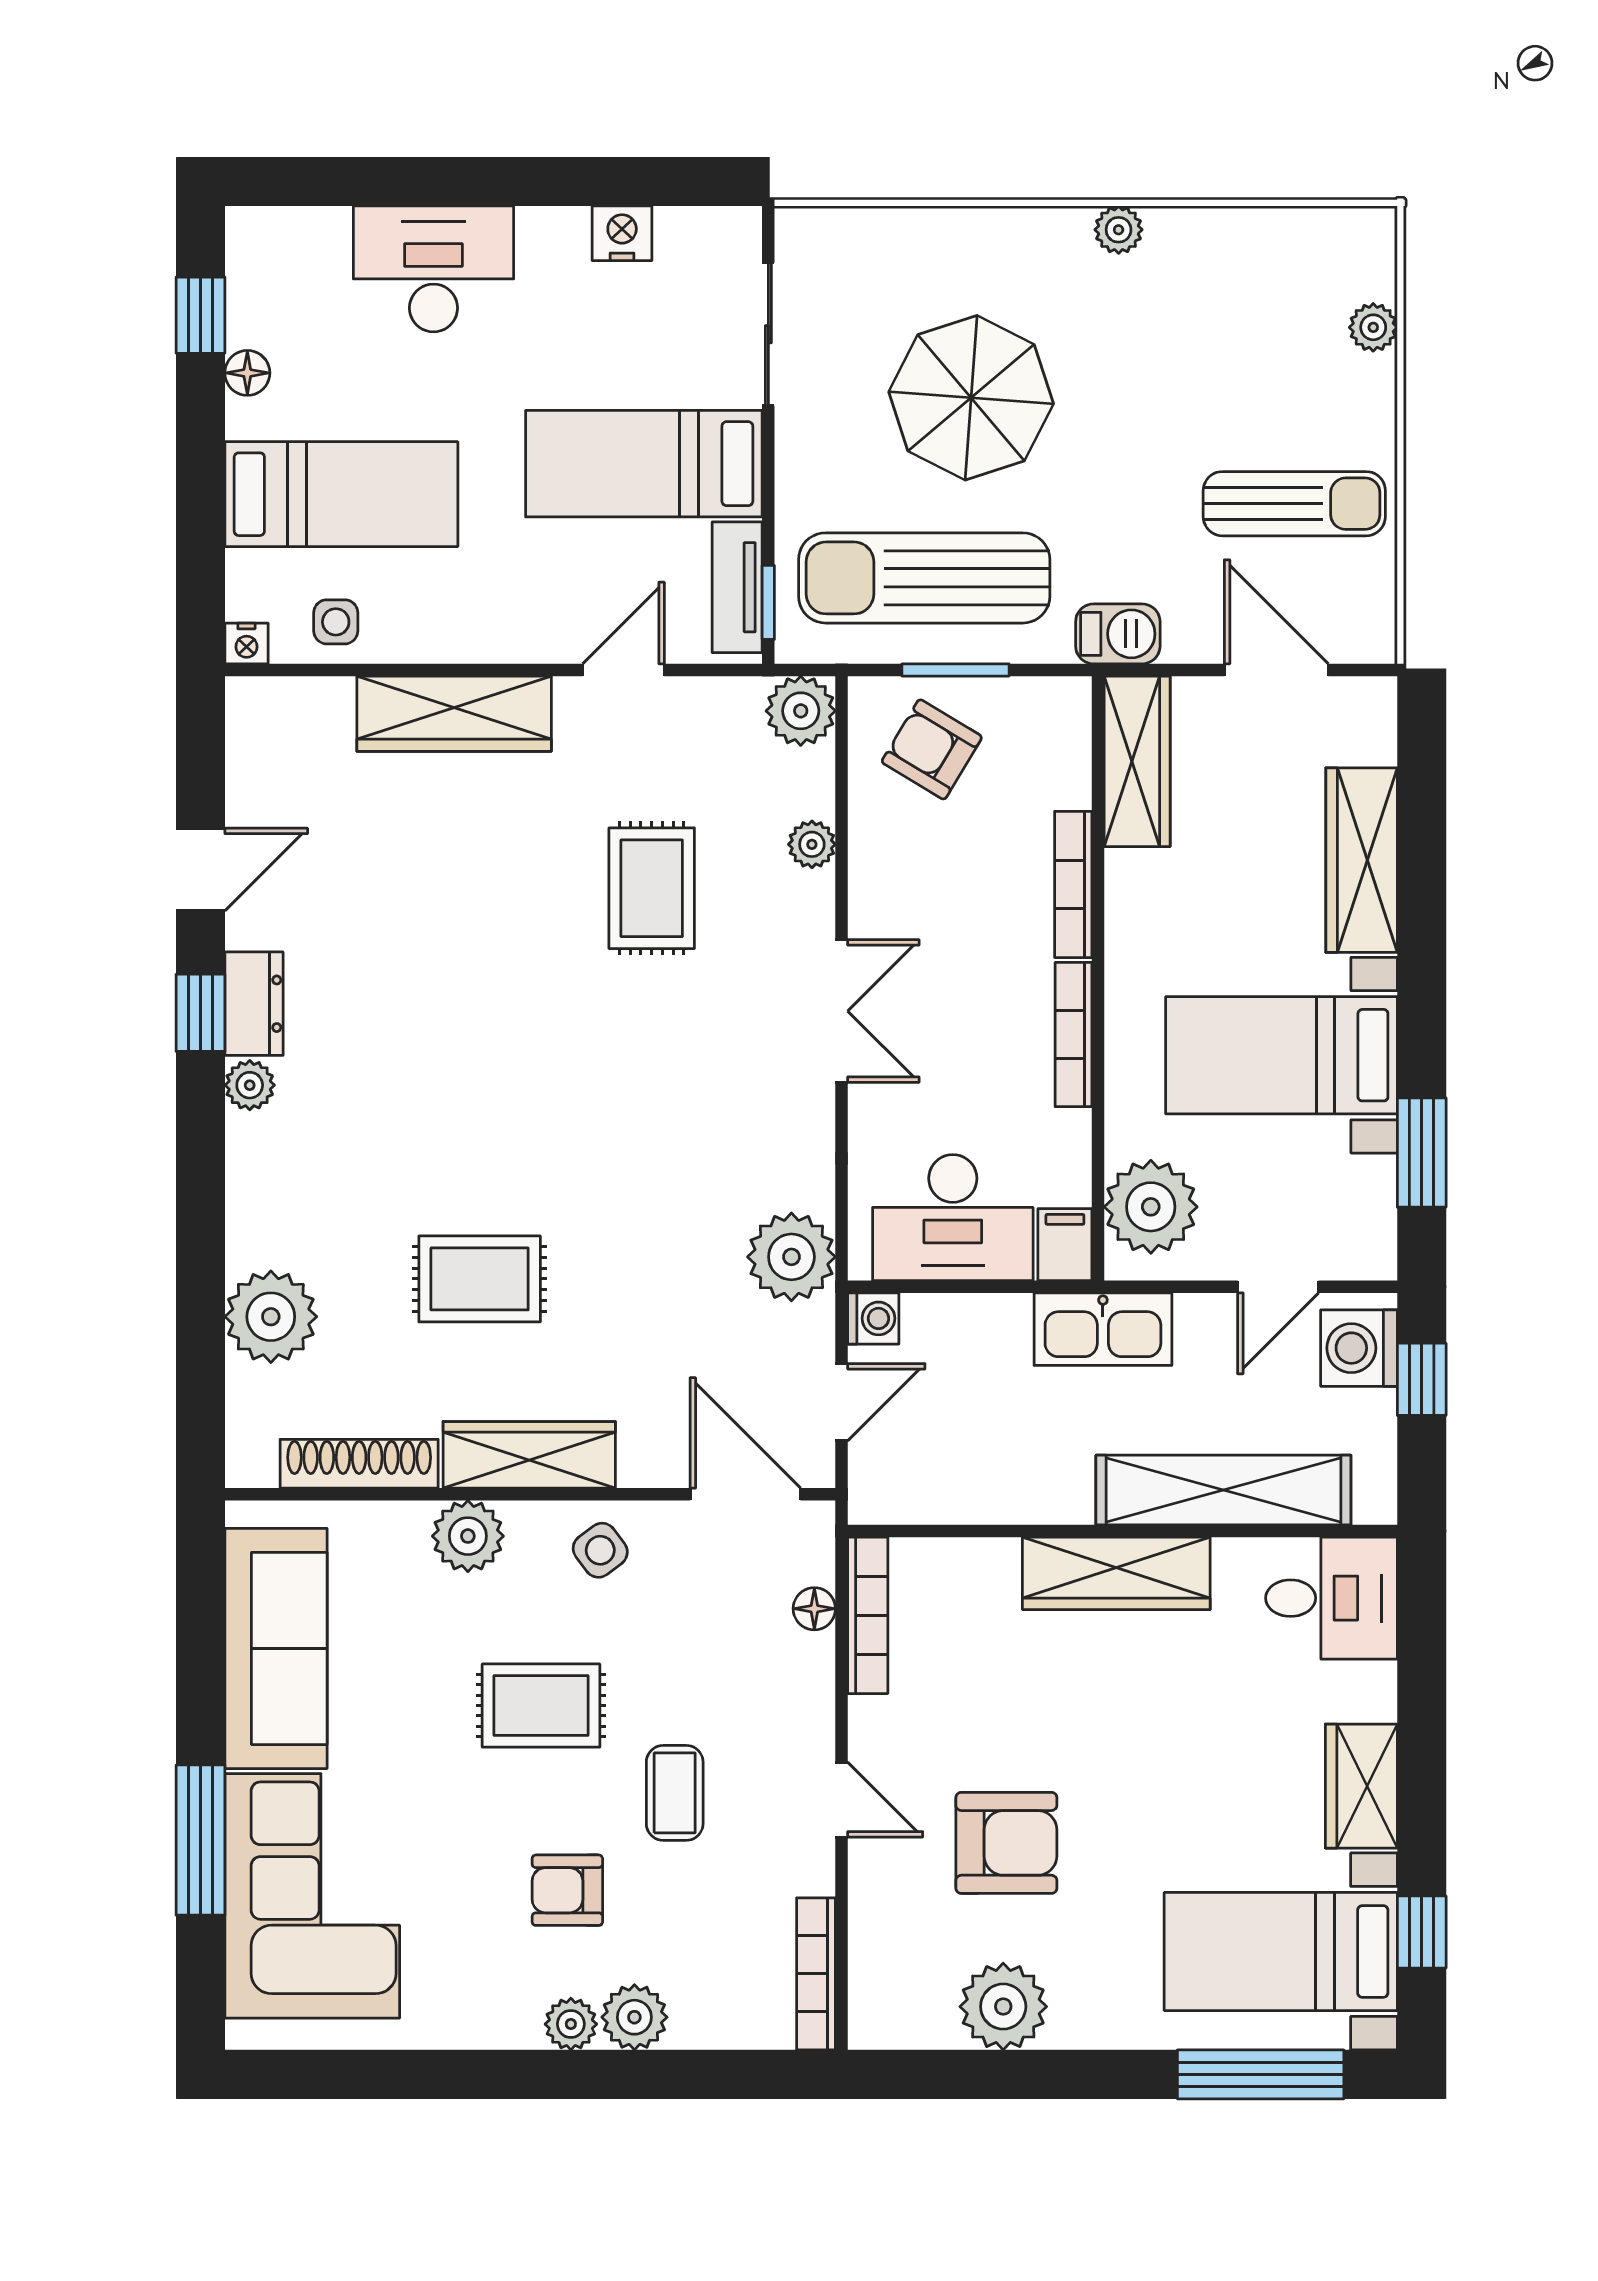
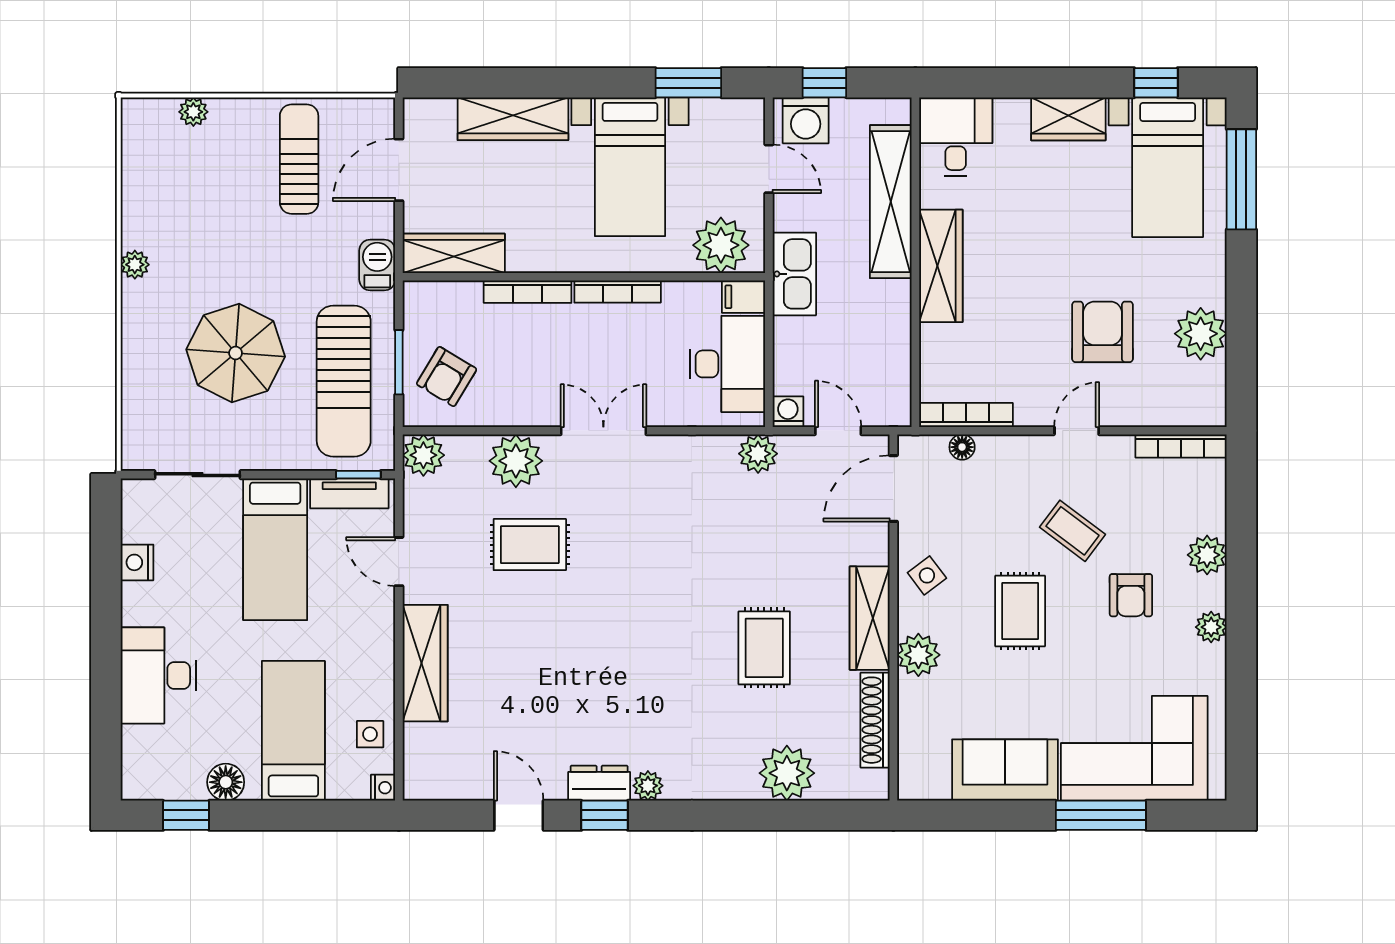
floor lamp: (247, 373) -> (226, 782), width x1.37, depth x1.37
plant: (812, 844) -> (516, 461), width x1.88, depth x1.88
plant: (791, 1257) -> (758, 454), width x0.73, depth x0.73
sofa: (276, 1648) -> (1005, 770), width x0.73
coffee table: (675, 1793) -> (1073, 531), turned 37
plant: (571, 2024) -> (1211, 627), moved

